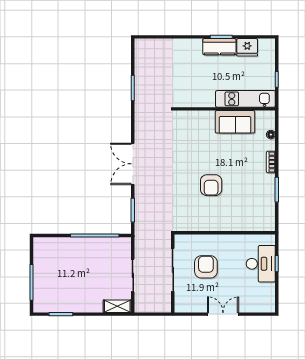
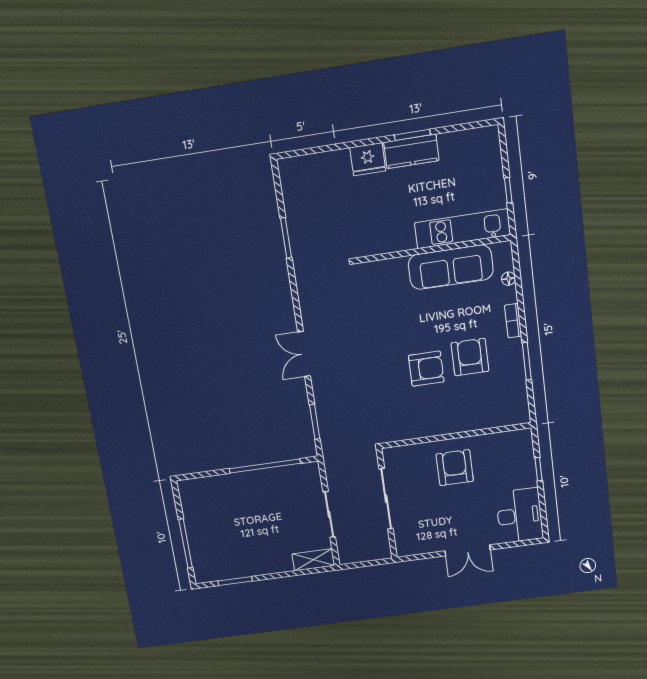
fridge: (247, 47) -> (368, 159), moved
sofa: (235, 122) -> (451, 267), width x1.36
double door: (133, 164) -> (304, 354), width x0.73
armchair: (240, 182) -> (470, 357), added
armchair: (211, 185) -> (426, 369), turned -90
desk: (261, 264) -> (520, 515), moved
armchair: (206, 267) -> (455, 468), moved
double door: (223, 314) -> (468, 550), swing flipped

